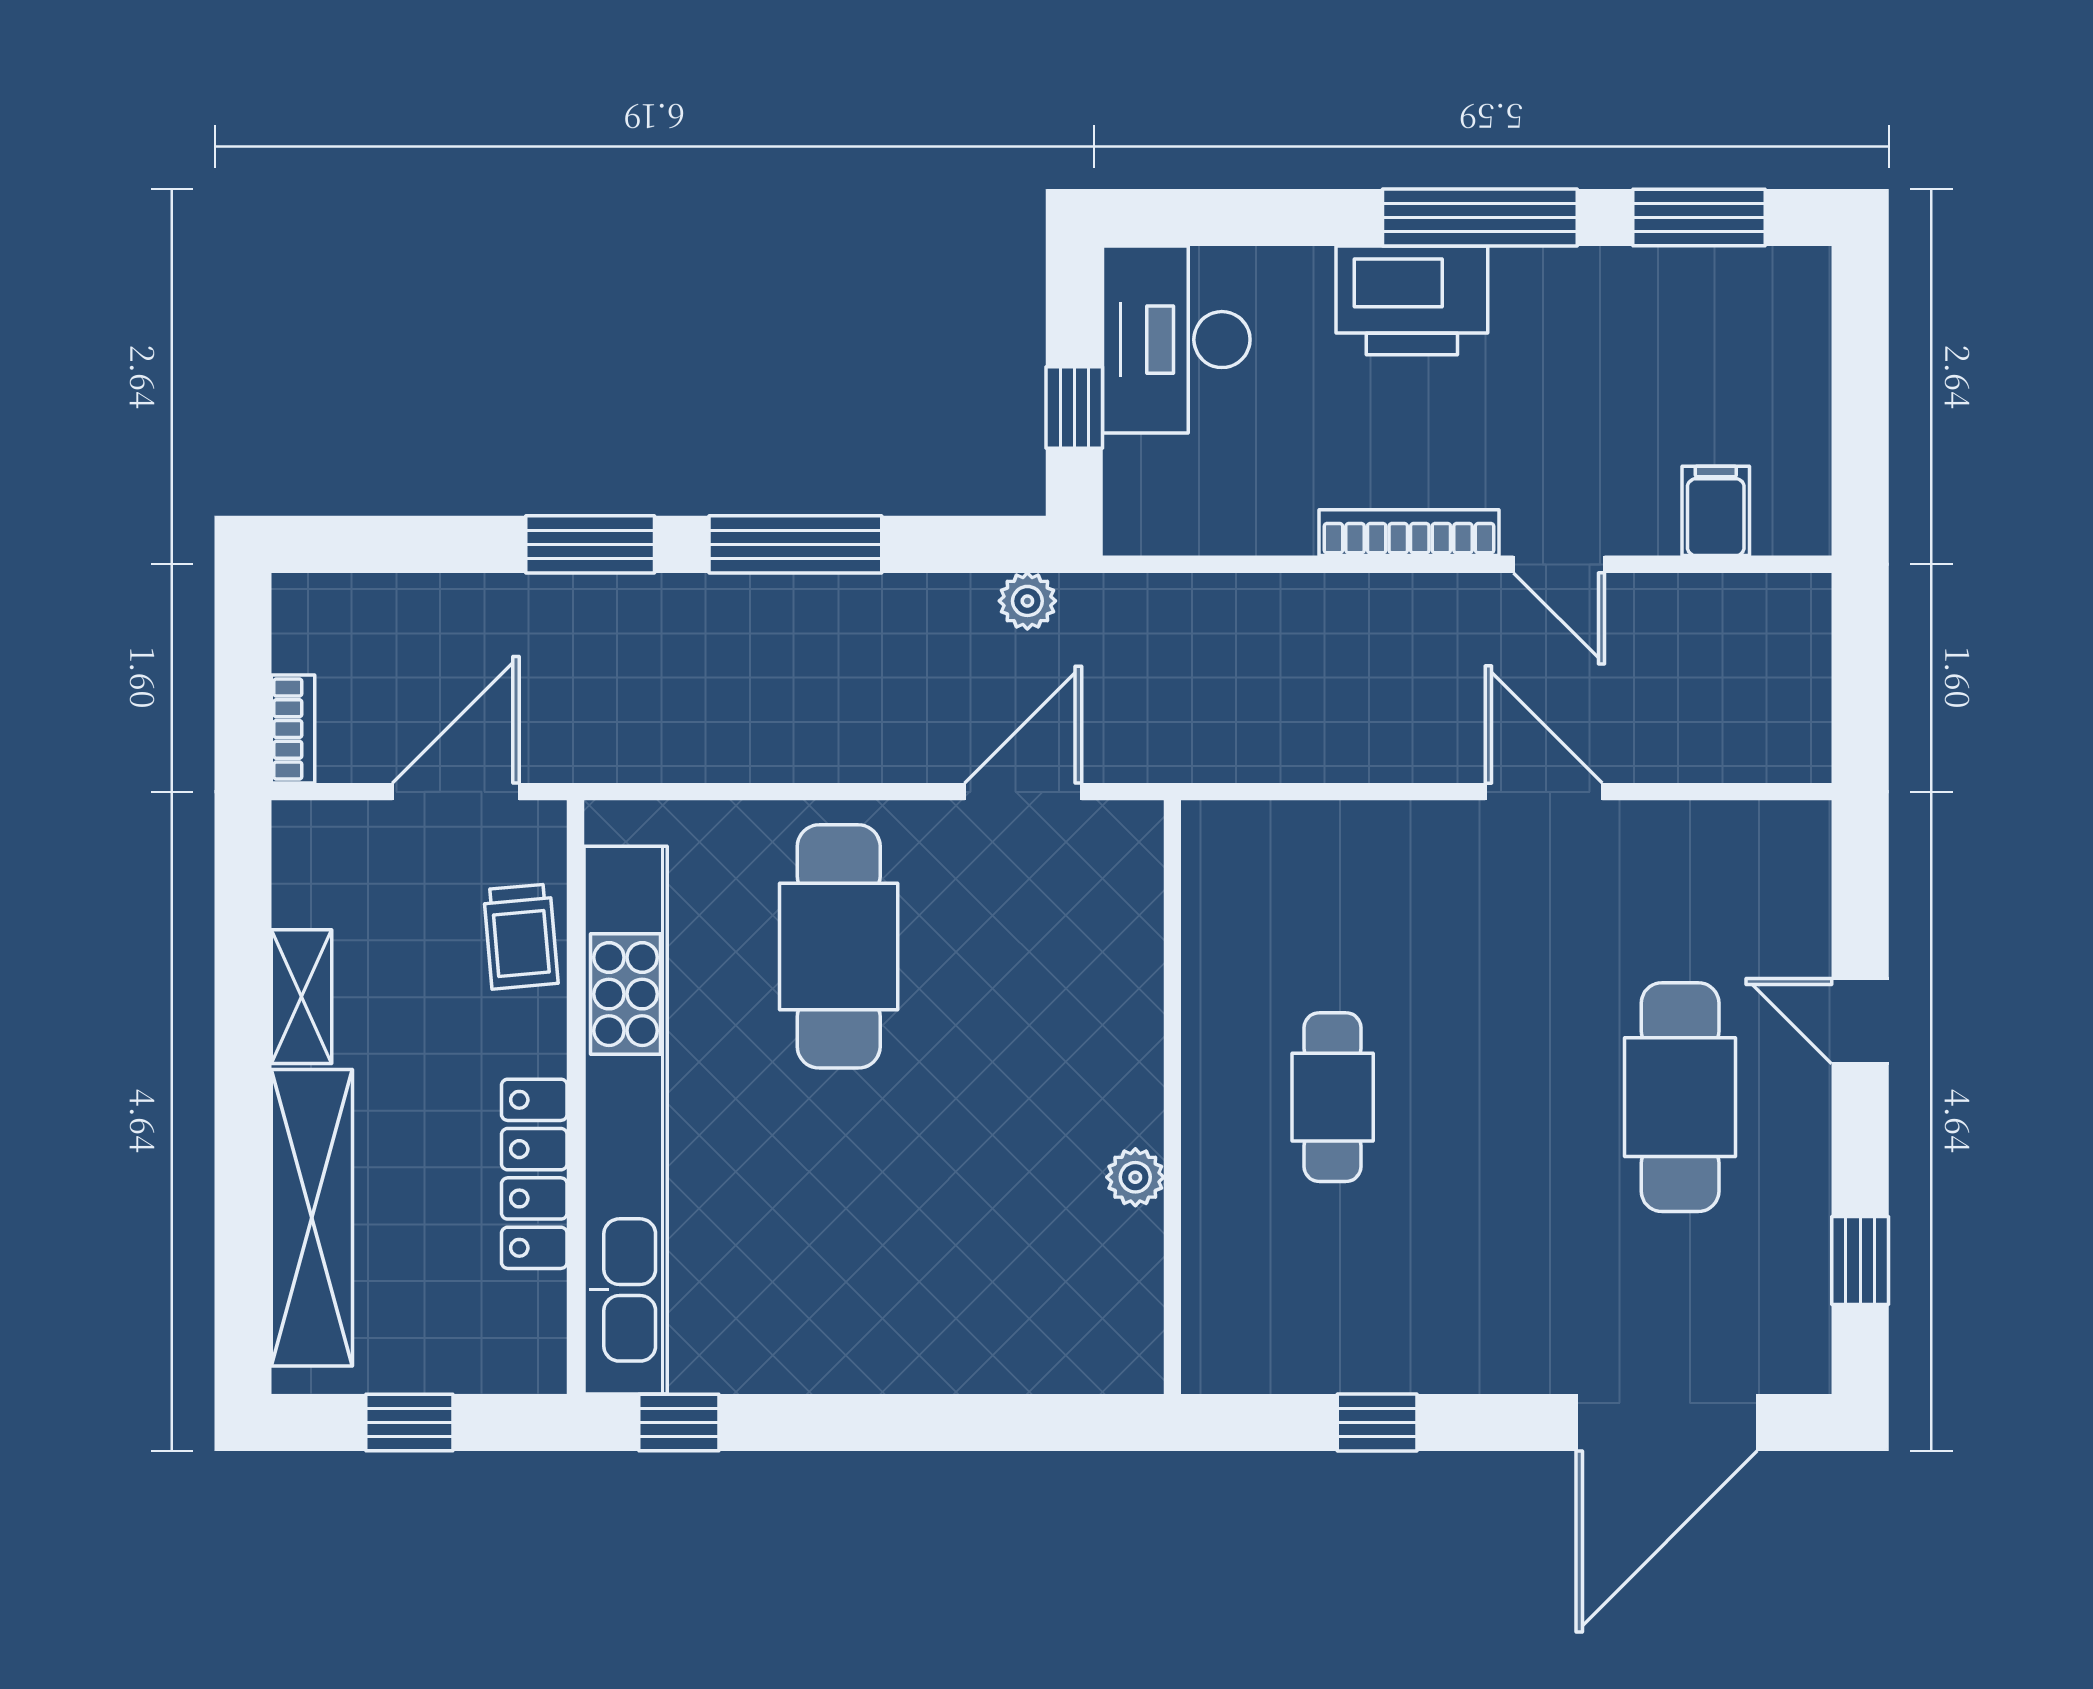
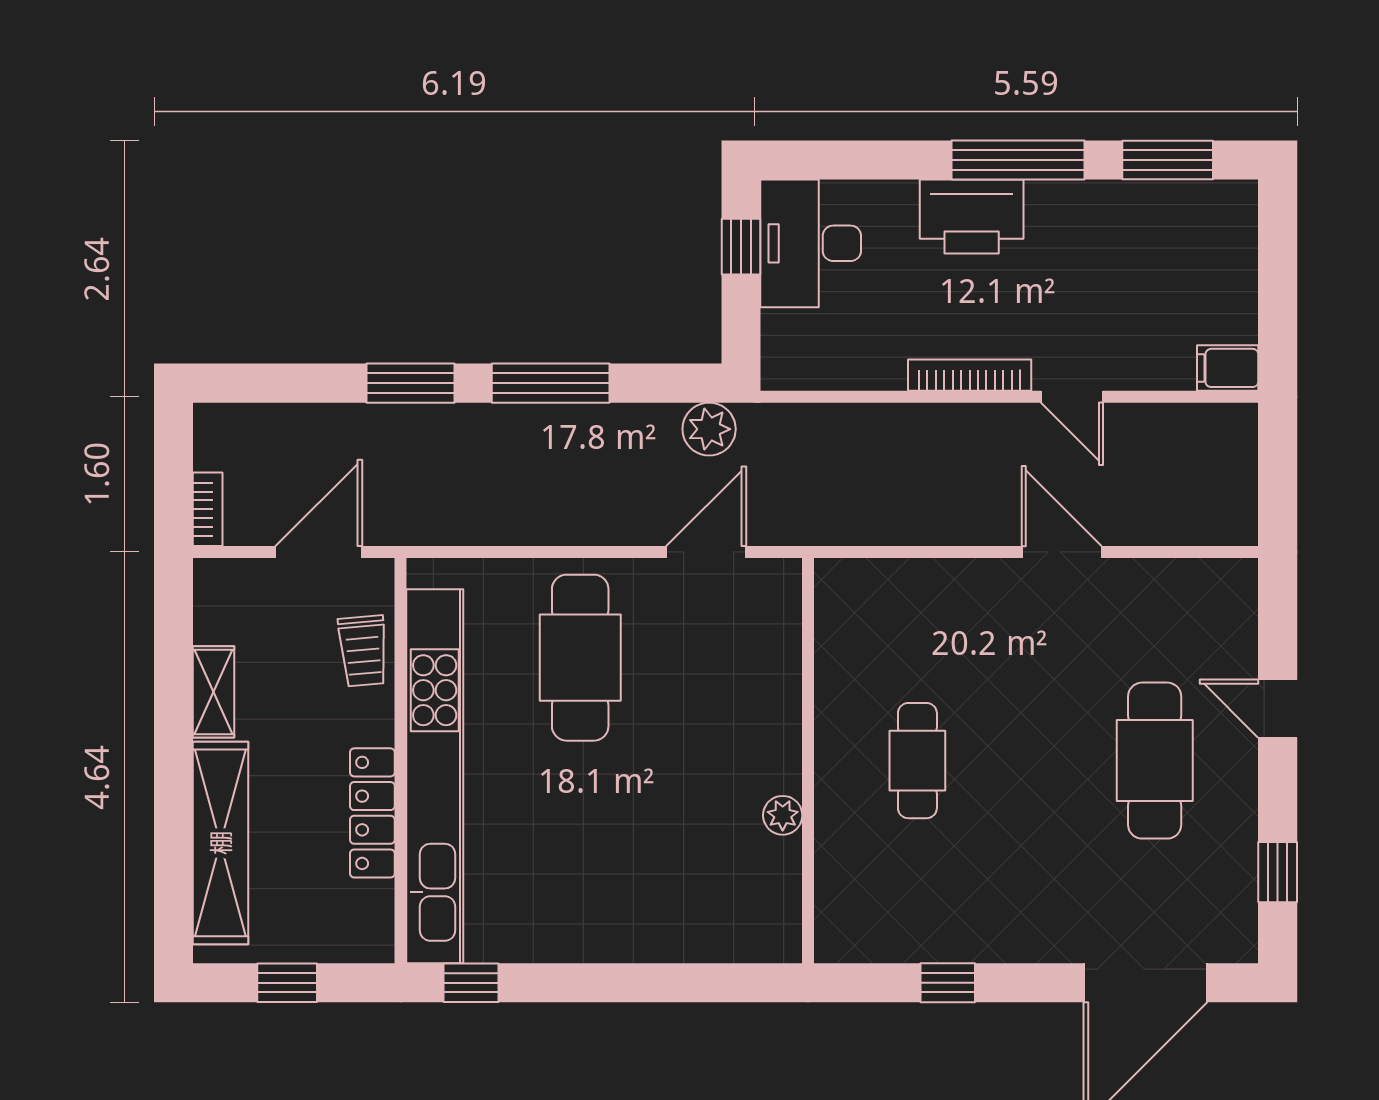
window: (1074, 408) -> (741, 247), moved
filing cabinet: (1716, 511) -> (1228, 368), moved, turned -90
plant: (1027, 601) -> (709, 429), width x1.38, depth x1.38

